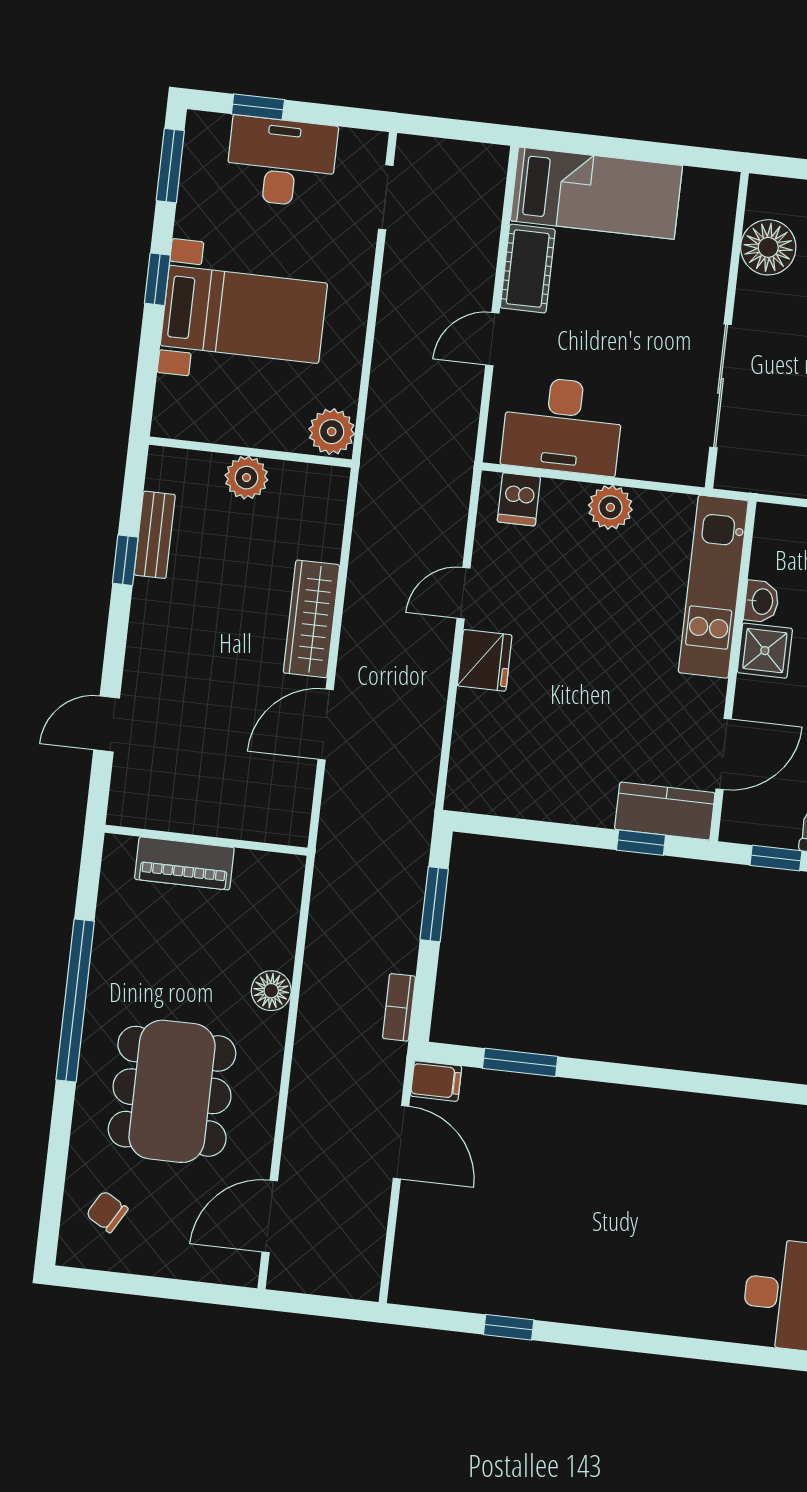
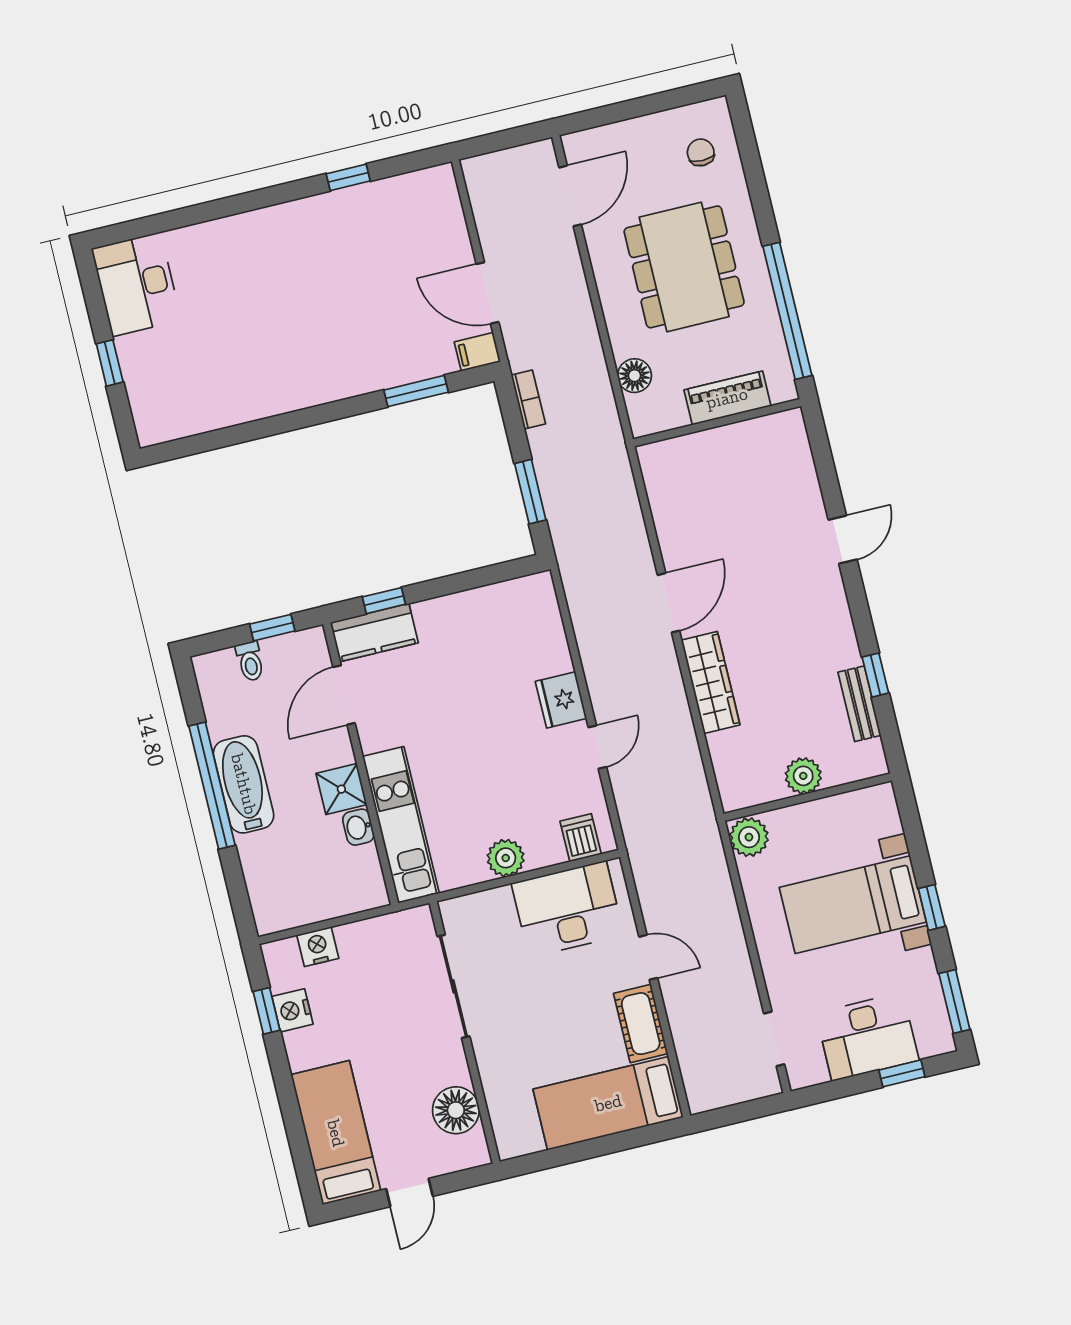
door: (492, 339) -> (648, 957), hinge flipped
wall: (206, 840) -> (717, 423), moved
piano: (184, 863) -> (727, 398), moved
chair: (107, 1212) -> (701, 152), turned -120

